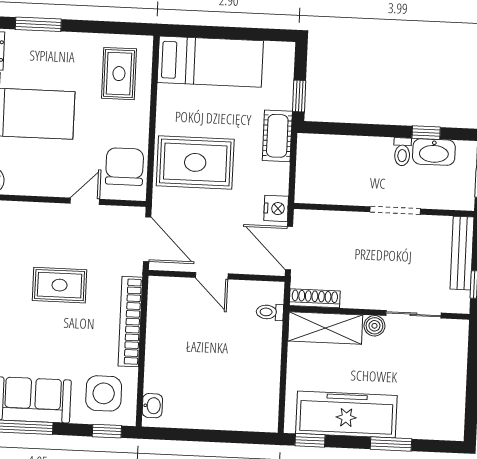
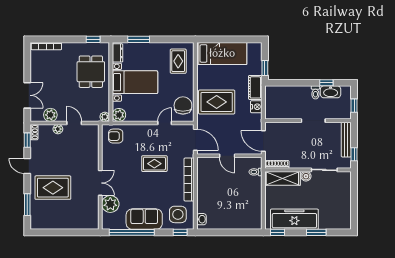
nightstand: (276, 208) -> (256, 107), moved

